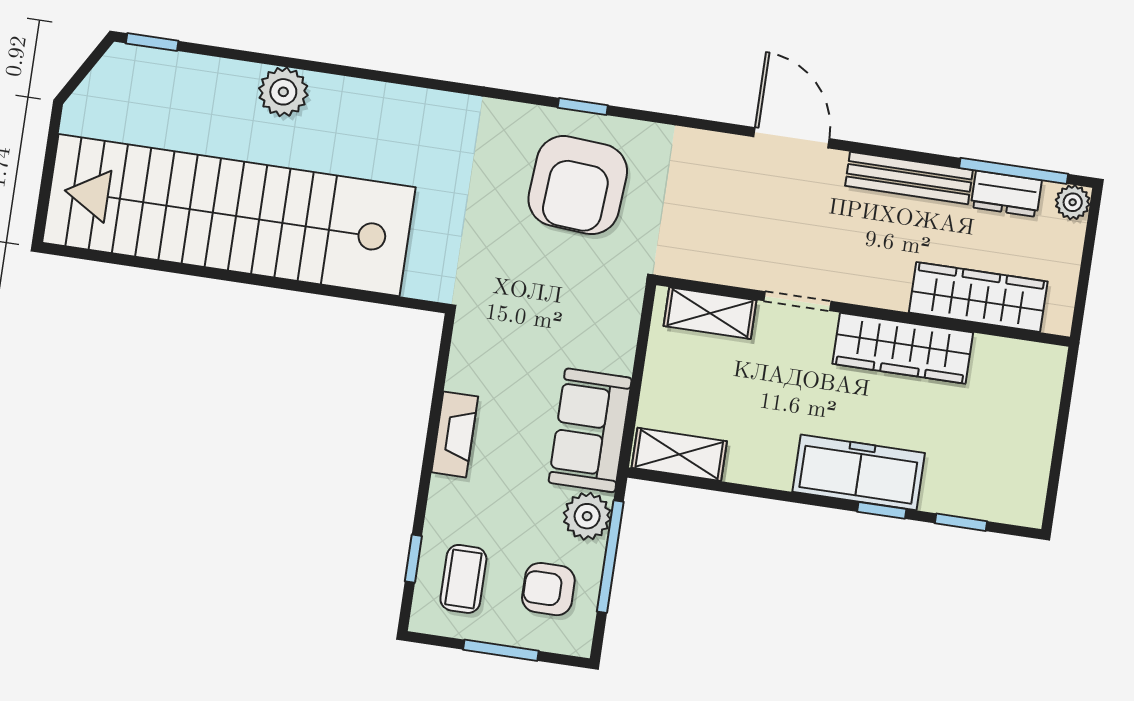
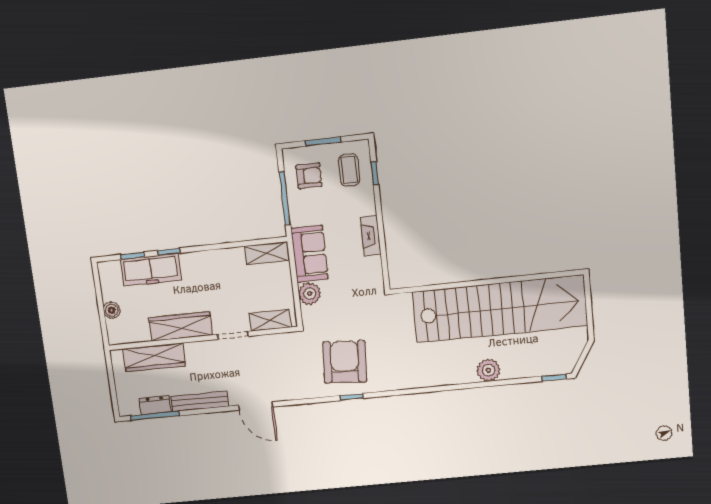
plant: (1073, 202) -> (126, 409), removed
boiler: (1040, 420) -> (112, 310), added
freezer: (859, 472) -> (151, 270), moved
plant: (587, 516) -> (310, 294), moved

